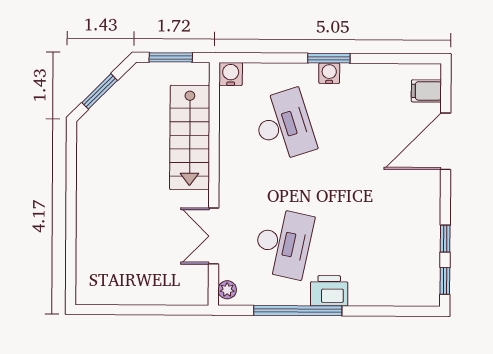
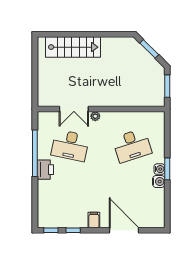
water cooler: (231, 74) -> (159, 181), moved
filing cabinet: (426, 91) -> (94, 220), moved
stairs: (190, 138) -> (73, 47), moved, turned 180
double door: (214, 236) -> (74, 109), swing flipped
plant: (227, 290) -> (95, 116), moved

